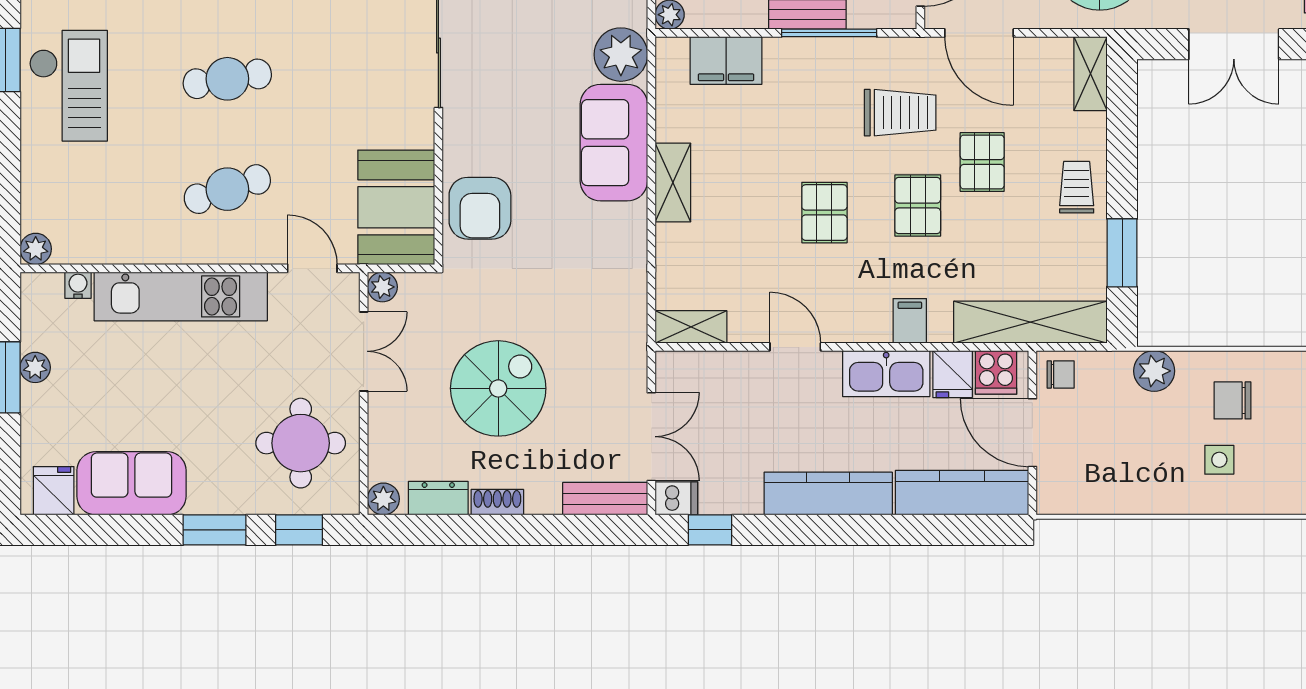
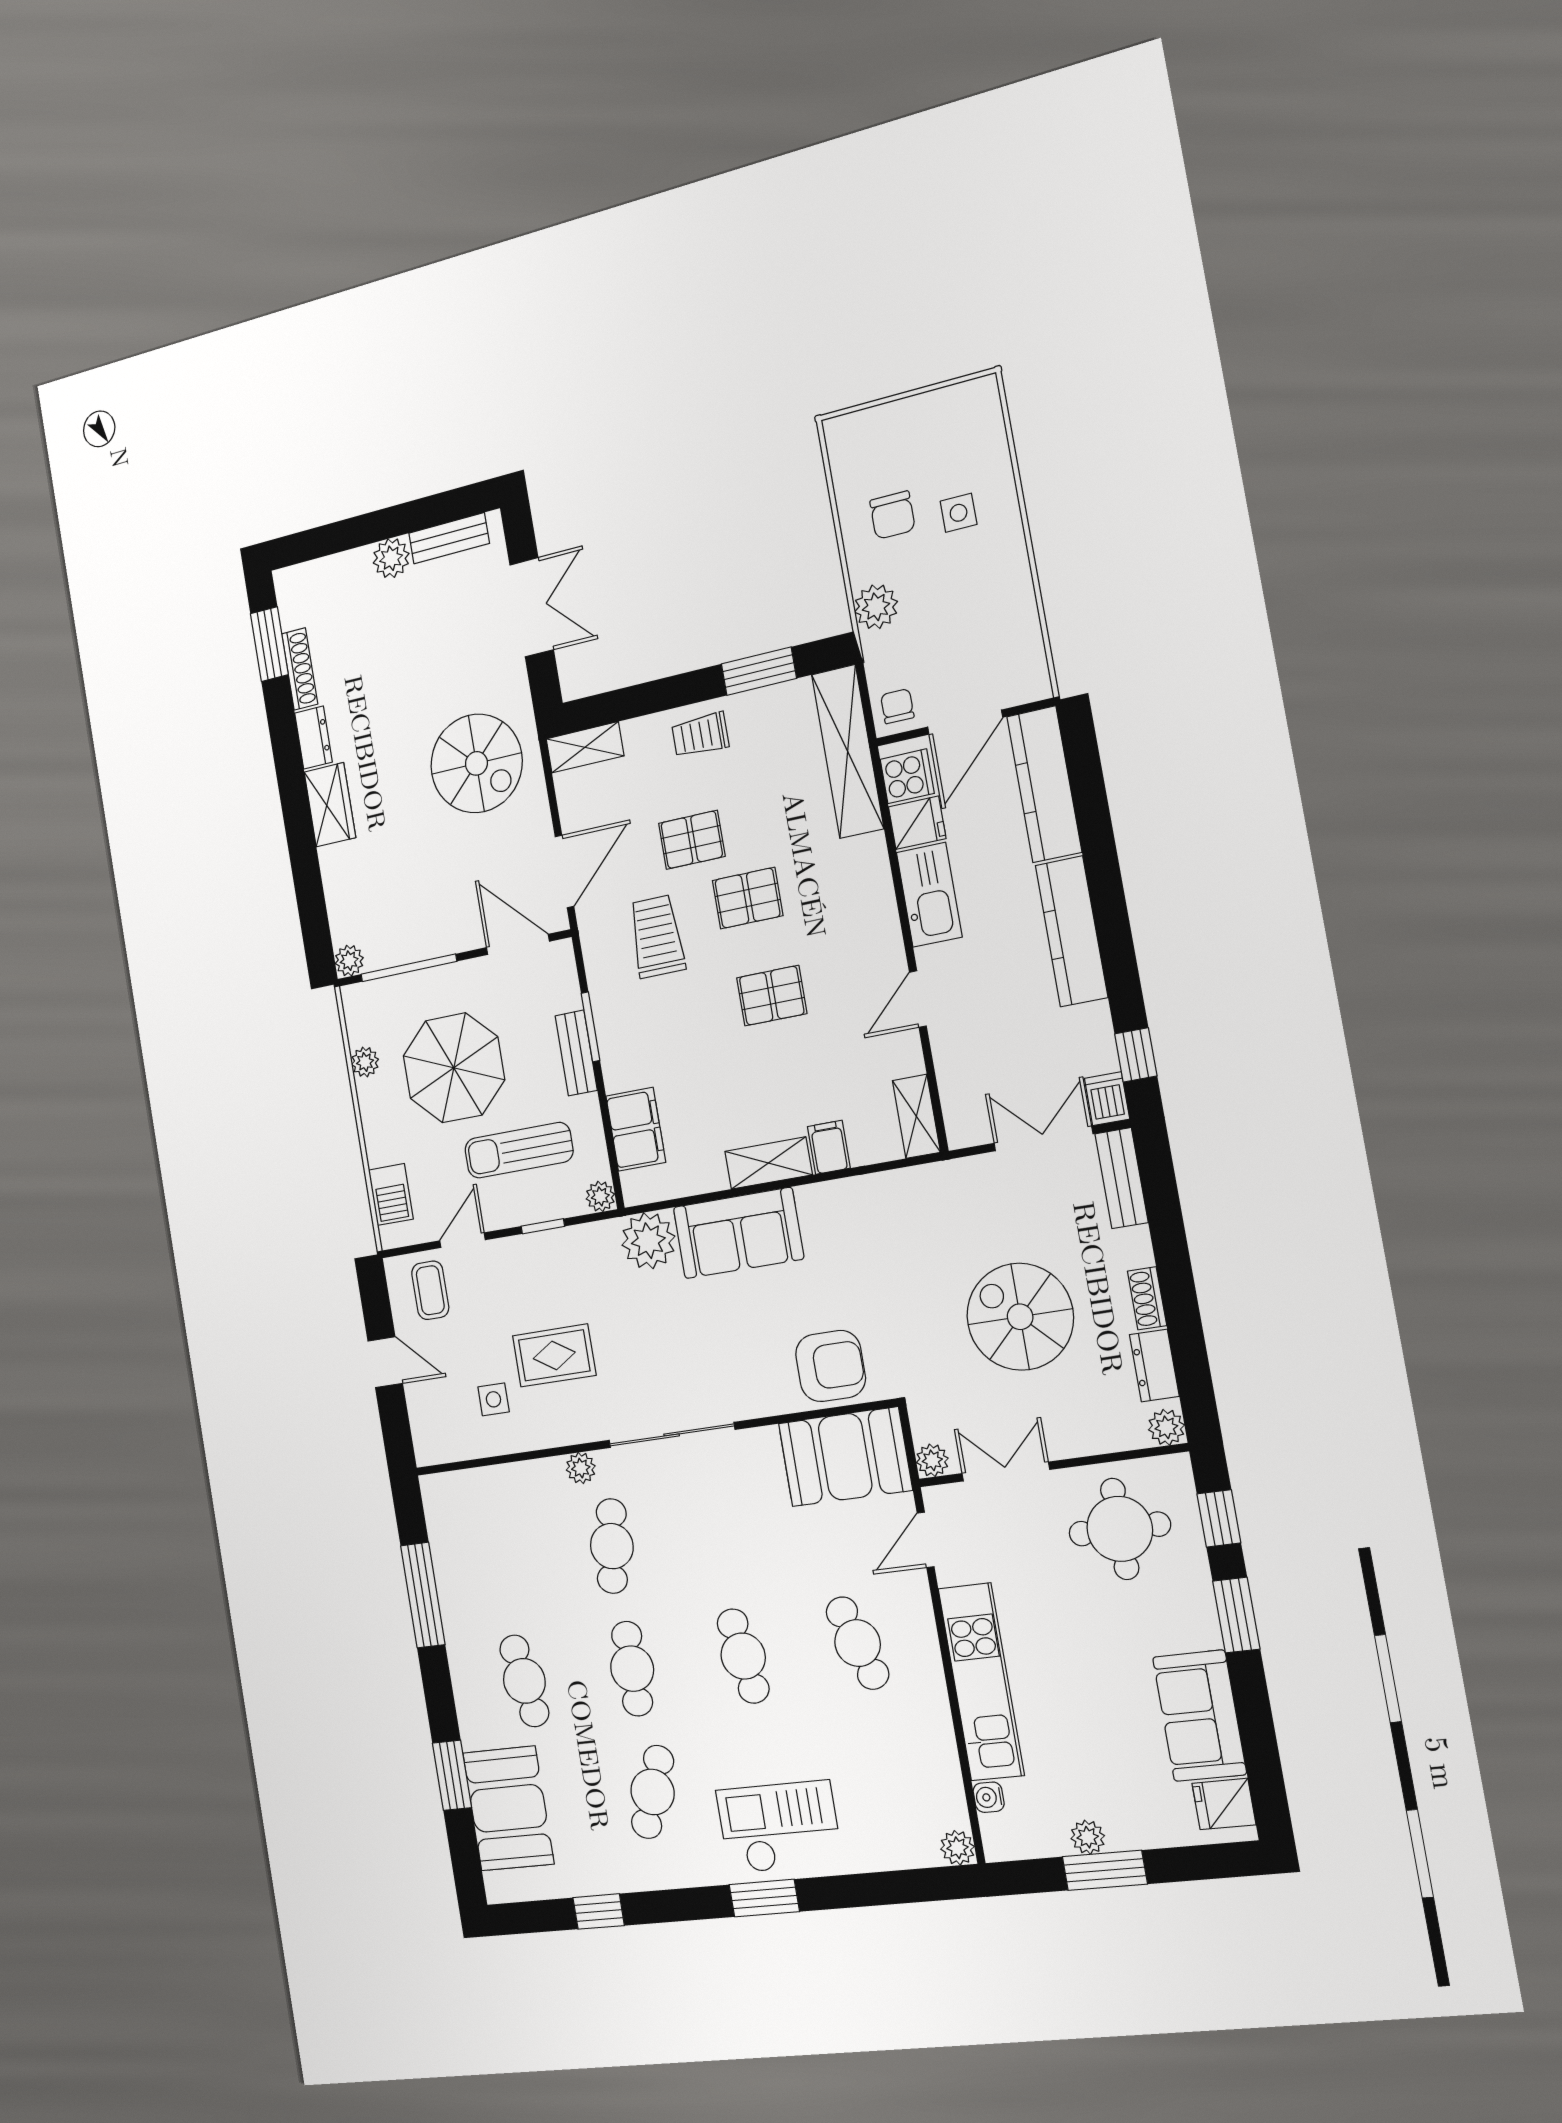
window: (829, 33) -> (591, 1027), width x0.69
filing cabinet: (910, 321) -> (829, 1147), moved, turned 90

